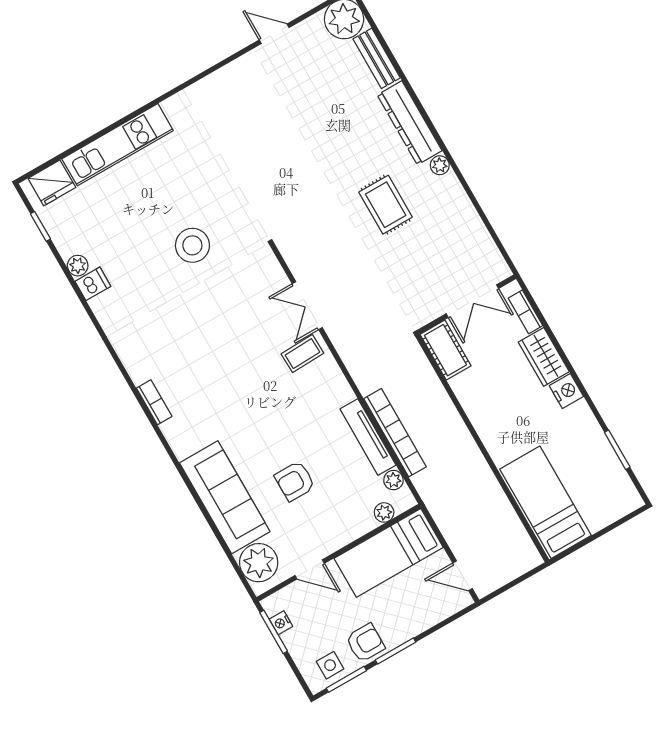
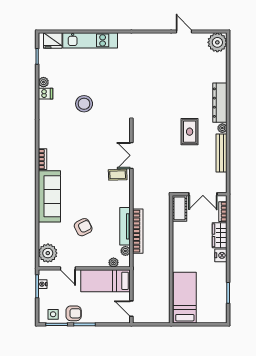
bench: (377, 58) -> (222, 153), moved, width x1.36
stool: (192, 245) -> (84, 104), moved
armchair: (295, 481) -> (83, 227), turned 153
sofa: (225, 497) -> (49, 196), moved

